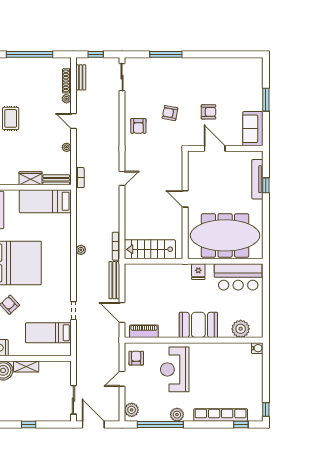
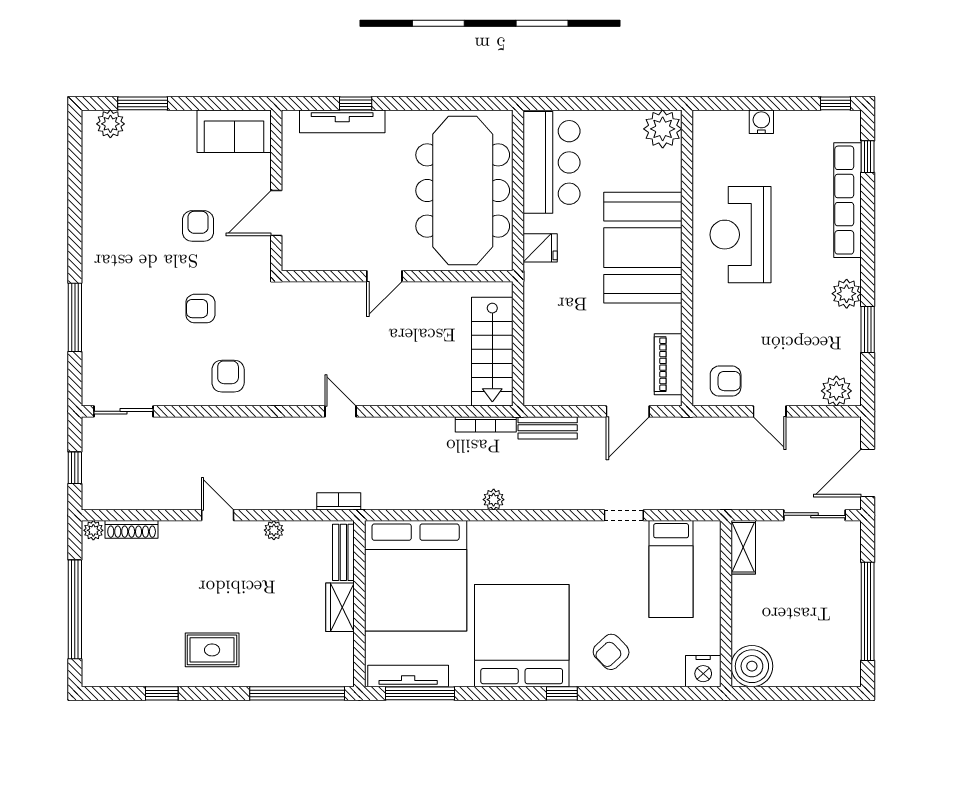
plant: (256, 71) -> (110, 124), added
bench: (81, 77) -> (124, 500), removed
plant: (66, 99) -> (93, 530), moved
window: (266, 100) -> (143, 103), moved
armchair: (170, 113) -> (200, 309), turned 79
door: (73, 121) -> (218, 515), swing flipped
armchair: (138, 126) -> (228, 376), turned -90
bed: (45, 201) -> (416, 576), width x2.04
bench: (114, 280) -> (548, 428), width x0.73
booth: (198, 325) -> (643, 248), width x1.36, depth x1.42
plant: (241, 329) -> (663, 129), moved
water cooler: (257, 348) -> (761, 122), moved
armchair: (136, 358) -> (726, 381), turned 180
shelving: (26, 366) -> (743, 547), moved
reception desk: (175, 369) -> (740, 235), moved, turned 90
window: (29, 424) -> (868, 611), width x3.17
window: (160, 424) -> (868, 329), width x0.47

